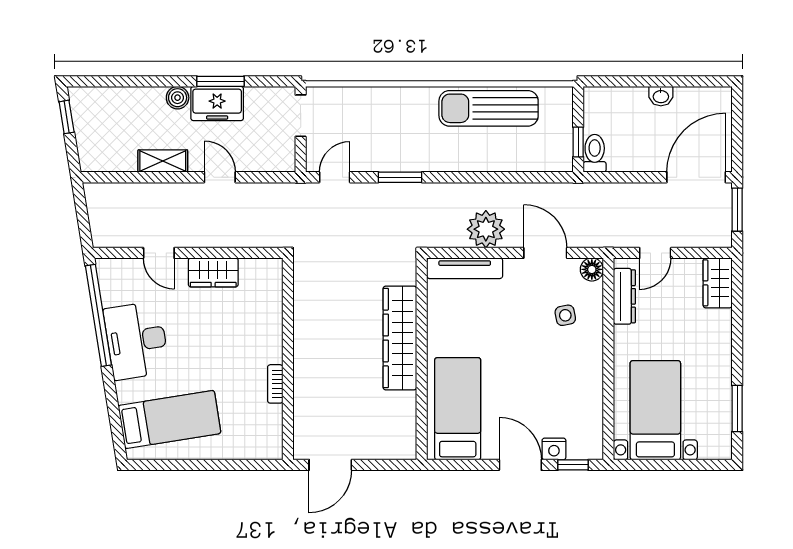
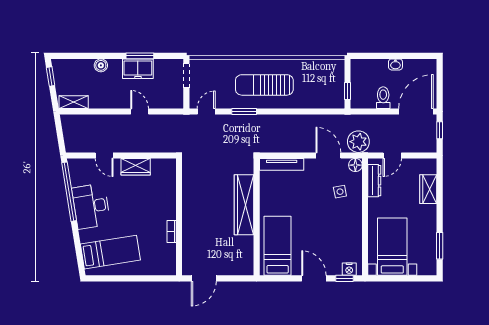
boiler: (178, 98) -> (101, 65), moved
sun lounger: (489, 108) -> (264, 85), moved
toilet: (595, 153) -> (383, 98), moved
shelving: (163, 161) -> (74, 102), moved
window: (737, 210) -> (440, 130), width x0.67
plant: (486, 229) -> (358, 142), moved
wardrobe: (718, 283) -> (428, 189), moved
nightstand: (554, 449) -> (349, 269), moved

